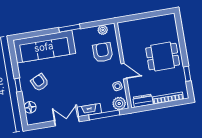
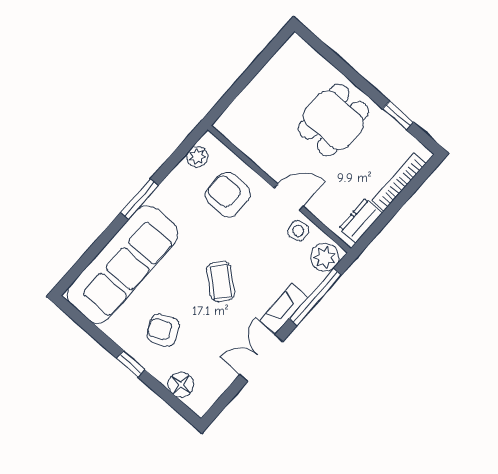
coffee table: (75, 82) -> (221, 282), added

